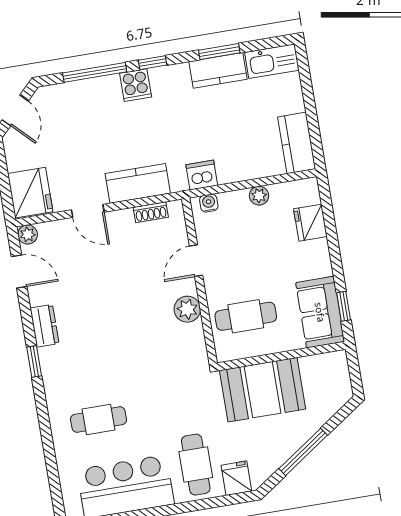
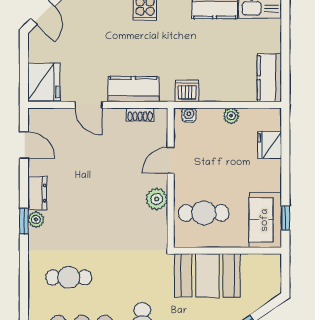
plant: (28, 235) -> (36, 219), moved

